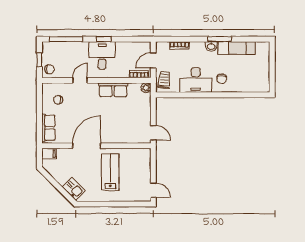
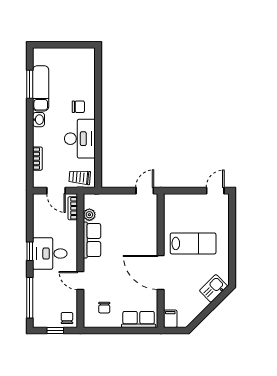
window: (220, 39) -> (30, 84), moved
plant: (146, 88) -> (89, 215), moved
lab bench: (110, 172) -> (193, 243), turned 180

